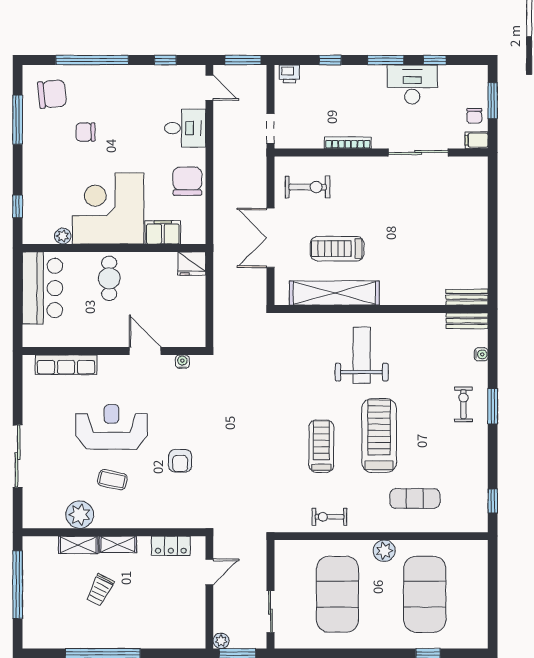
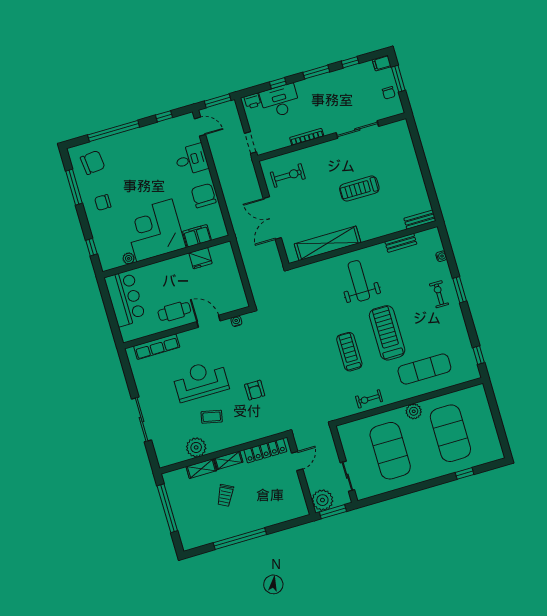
desk: (412, 84) -> (280, 101), moved
chair: (86, 132) -> (103, 202), moved
filing cabinet: (477, 140) -> (382, 63), moved
treadmill: (337, 249) -> (359, 189), moved
fridge: (192, 264) -> (200, 258), moved
cafe table: (109, 278) -> (174, 311), moved, turned 90
bench: (467, 321) -> (401, 243), moved
exercise mat: (415, 498) -> (424, 369), width x1.36, depth x1.45
locker: (171, 546) -> (265, 451), width x1.53
plant: (221, 641) -> (322, 500), width x1.87, depth x1.87

